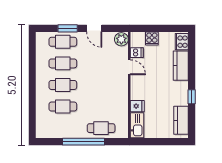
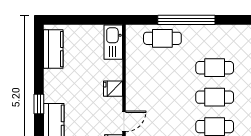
door: (129, 67) -> (124, 121), swing flipped
window: (192, 97) -> (39, 104), moved
fridge: (137, 106) -> (113, 89), moved

